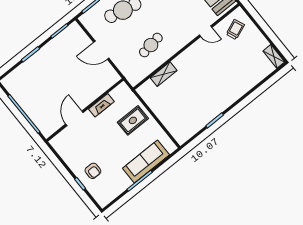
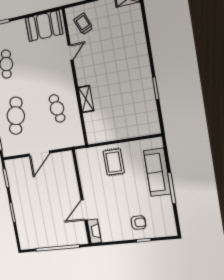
shelving: (164, 74) -> (86, 99), moved
fireplace: (101, 105) -> (94, 231), moved
door: (74, 118) -> (84, 210), hinge flipped

